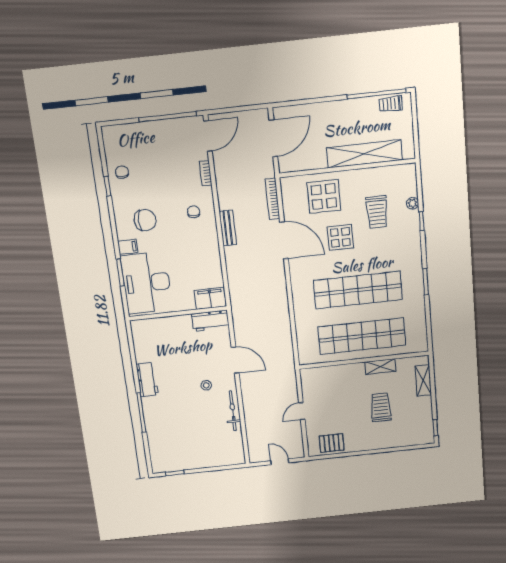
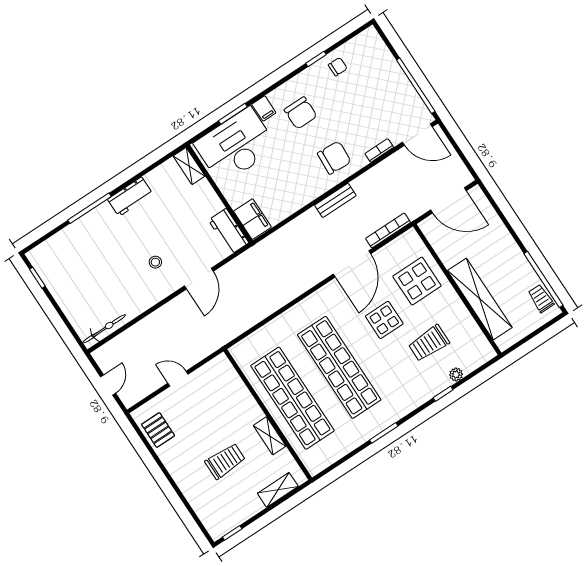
chair: (194, 212) -> (334, 158), width x1.87, depth x1.87
shelving: (145, 325) -> (189, 166), added
bicycle: (233, 411) -> (104, 329), moved

